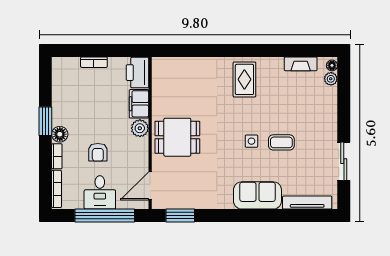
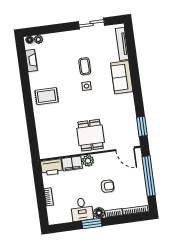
desk: (100, 192) -> (82, 209), moved, turned 90

